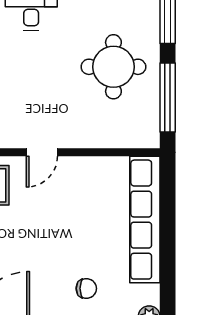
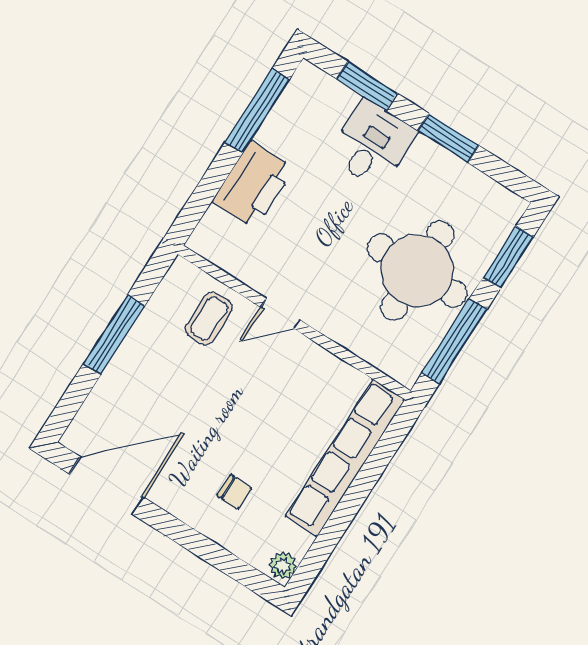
round table: (113, 67) -> (417, 271), width x1.36, depth x1.36

